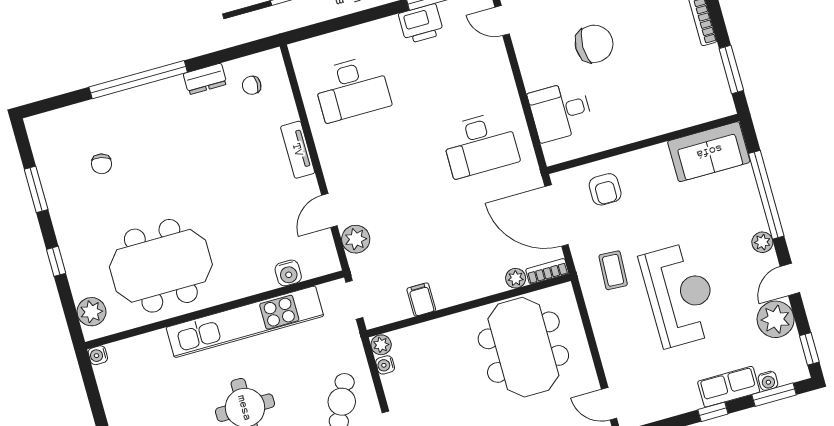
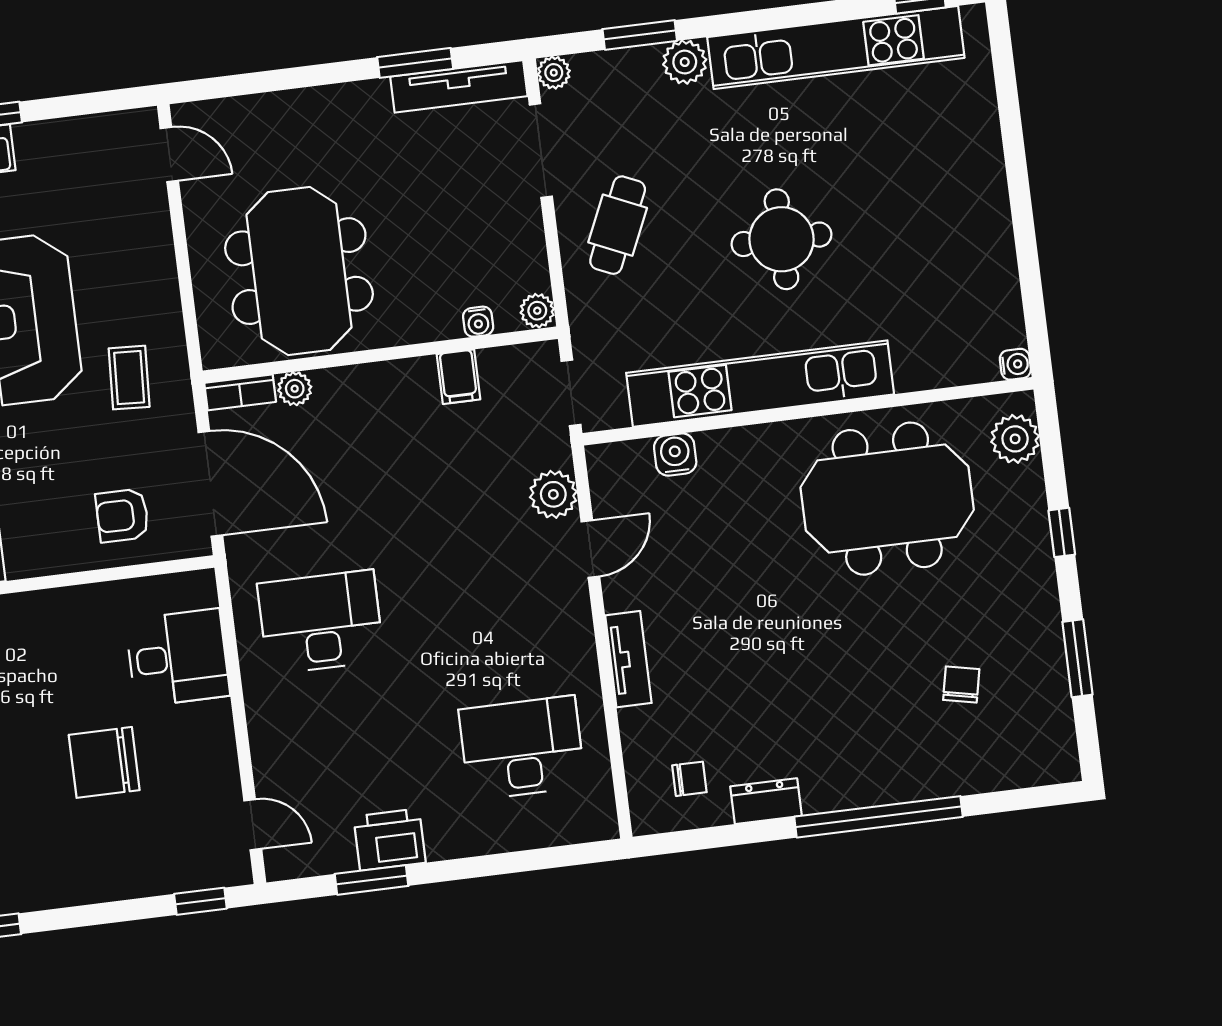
armchair: (605, 189) -> (122, 515), turned -90
water cooler: (385, 365) -> (478, 322), moved, turned 90

